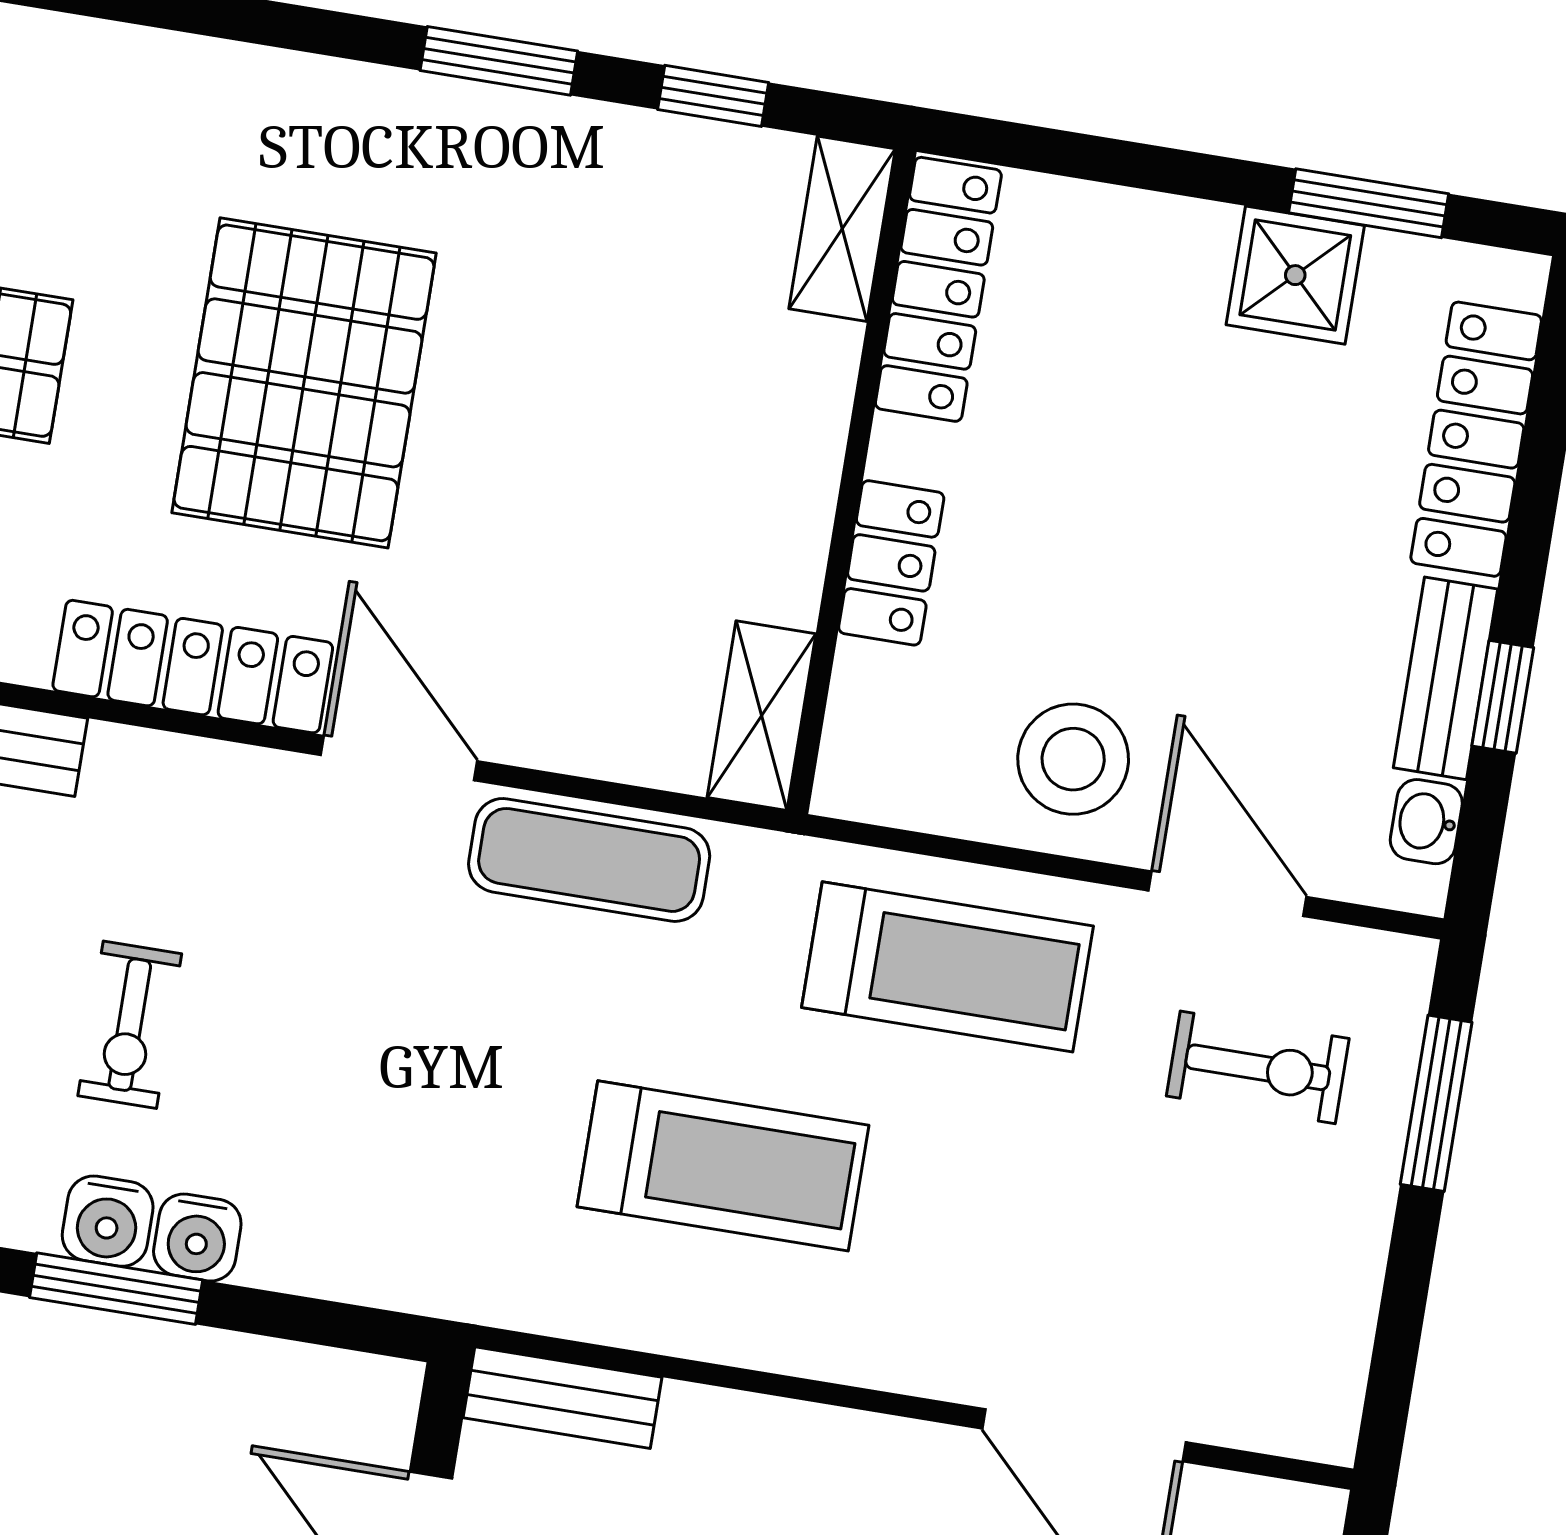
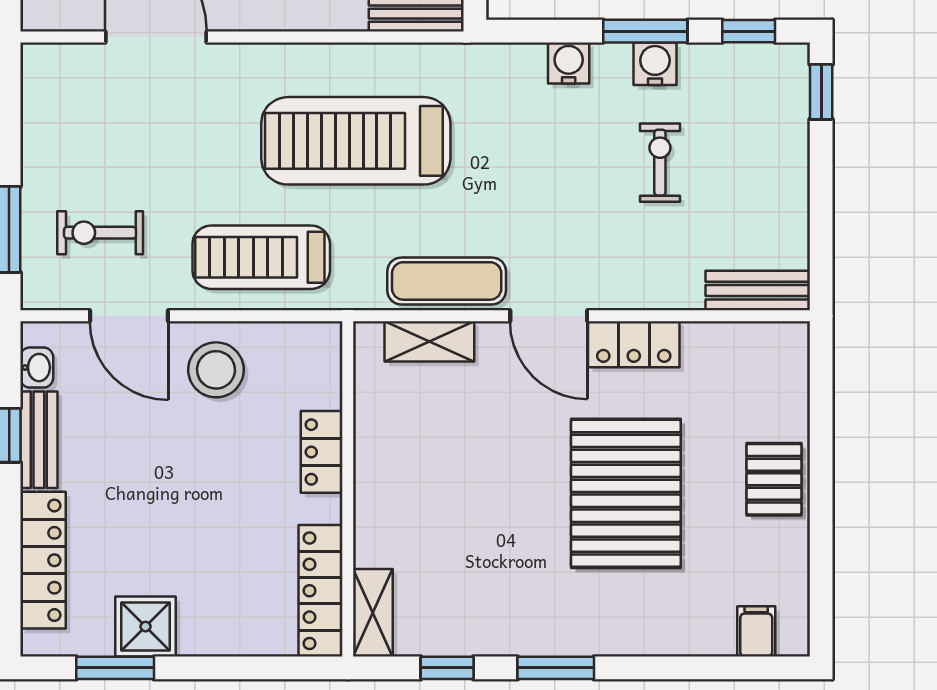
filing cabinet: (91, 68) -> (756, 631), added
locker: (193, 667) -> (634, 344), width x0.66
shelving: (762, 716) -> (429, 341), moved, turned 90
treadmill: (723, 1166) -> (356, 141), width x1.37, depth x1.38
water cooler: (197, 1237) -> (569, 63), moved

